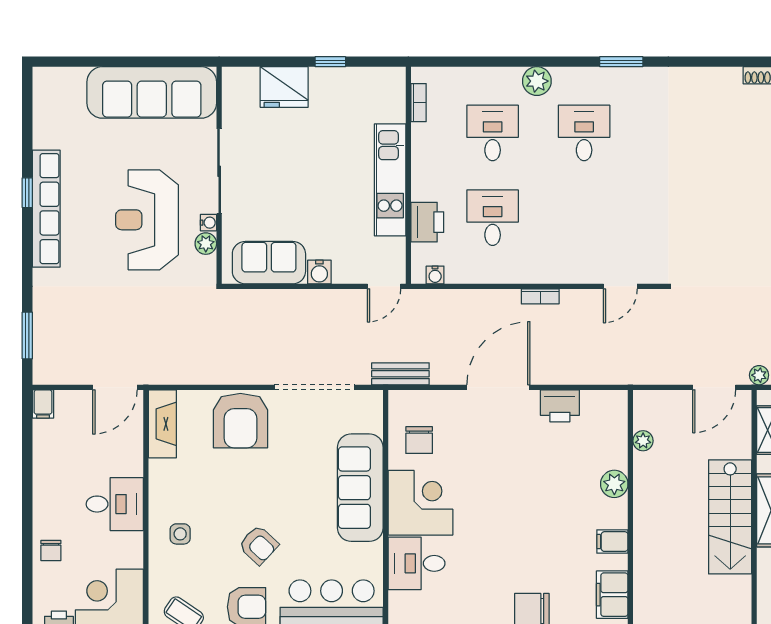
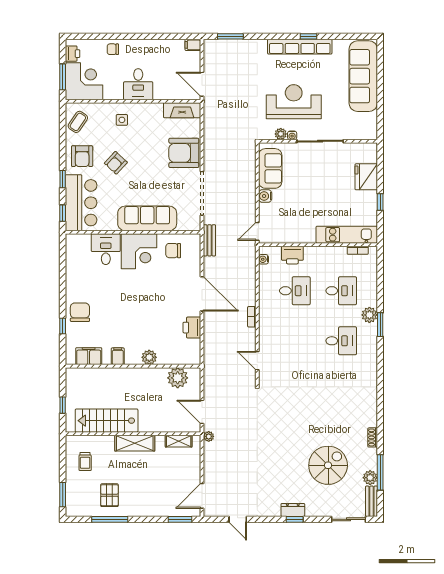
window: (621, 62) -> (380, 325), moved
sofa: (152, 92) -> (363, 76), moved
kitchen unit: (390, 180) -> (347, 235), moved
door: (384, 286) -> (257, 231), hinge flipped
plant: (643, 441) -> (178, 378), width x1.88, depth x1.88
stairs: (730, 517) -> (107, 421), moved

